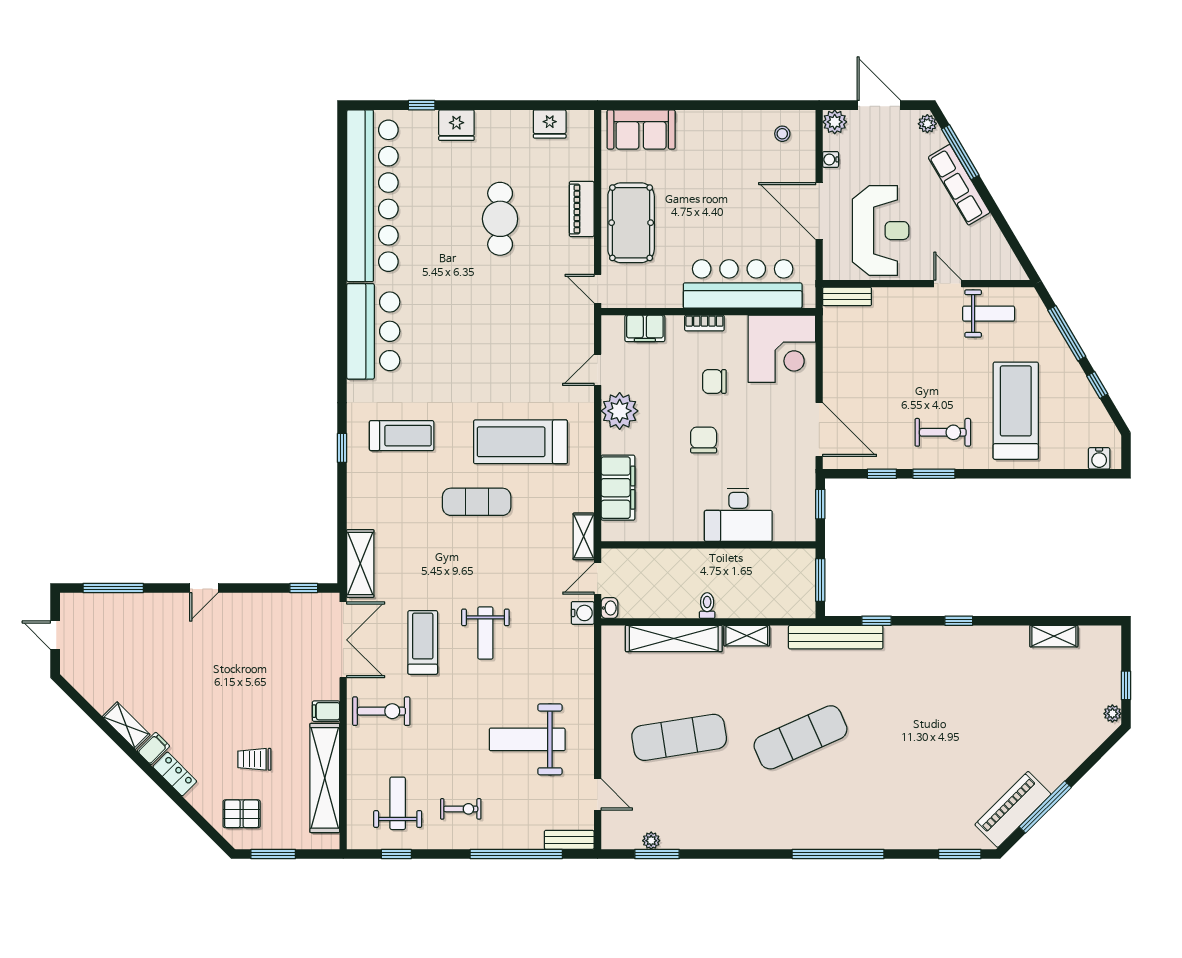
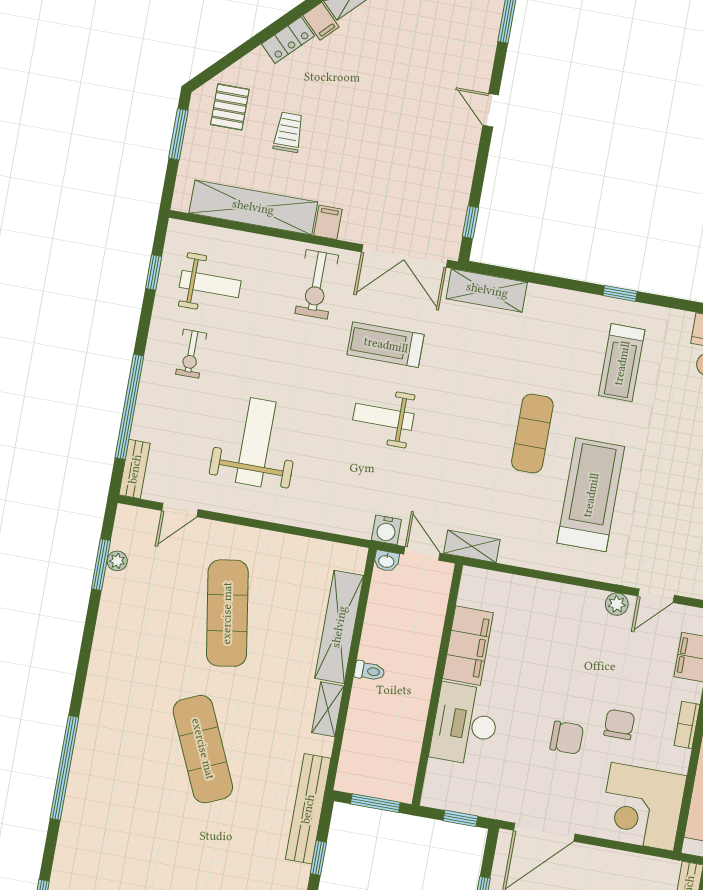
door: (598, 370) -> (656, 596), swing flipped
plant: (620, 411) -> (617, 604), width x0.53, depth x0.53
chair: (704, 440) -> (567, 738), moved
filing cabinet: (618, 488) -> (468, 646), moved, turned -90
treadmill: (423, 642) -> (386, 345), turned 180

